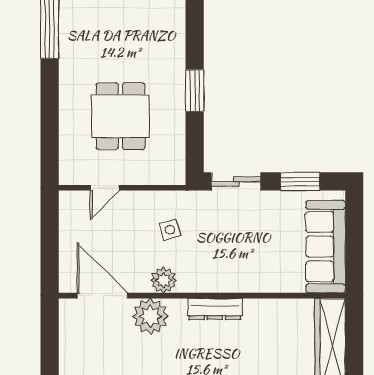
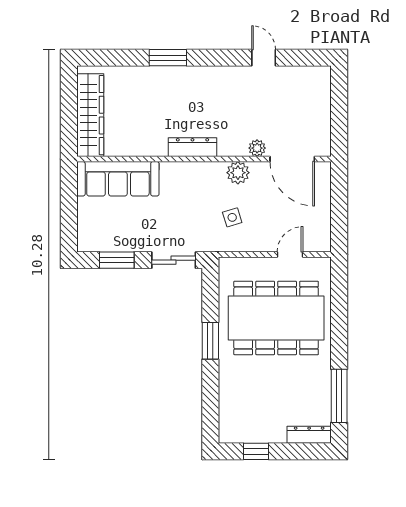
dining table: (121, 116) -> (276, 318), width x1.88, depth x1.24
sofa: (326, 247) -> (118, 179), moved, turned 90
plant: (150, 316) -> (257, 148), width x0.53, depth x0.53

